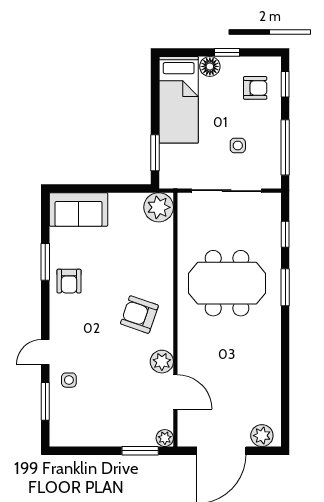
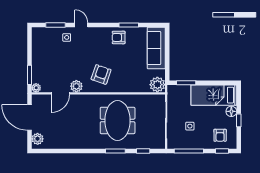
sofa: (79, 209) -> (156, 48), width x1.36

